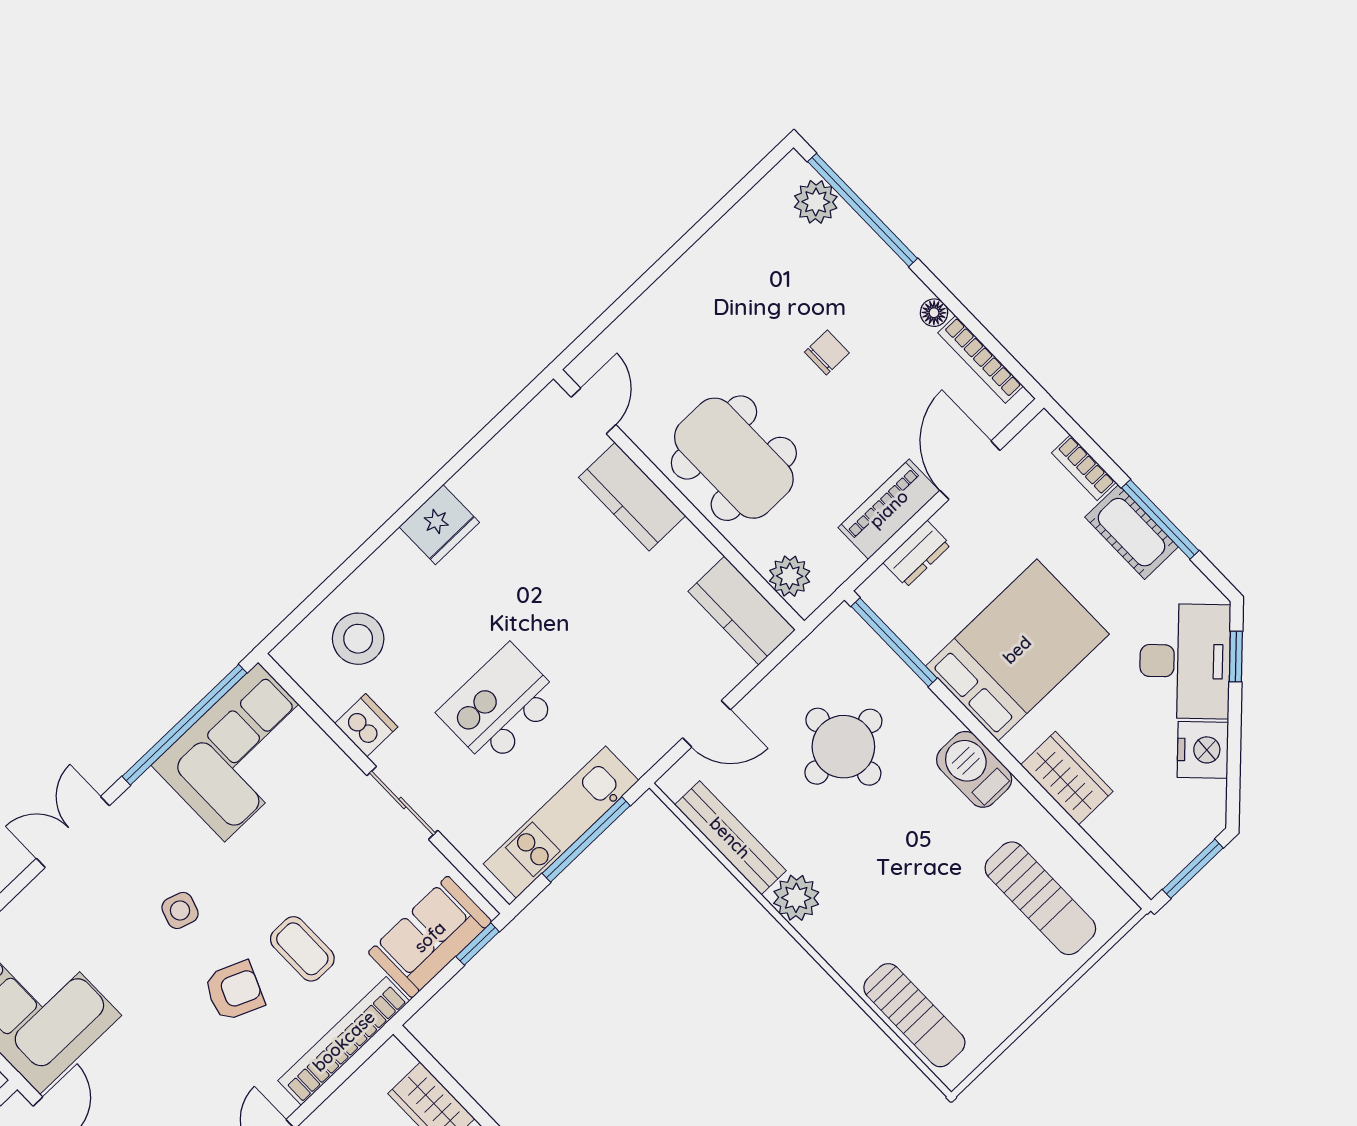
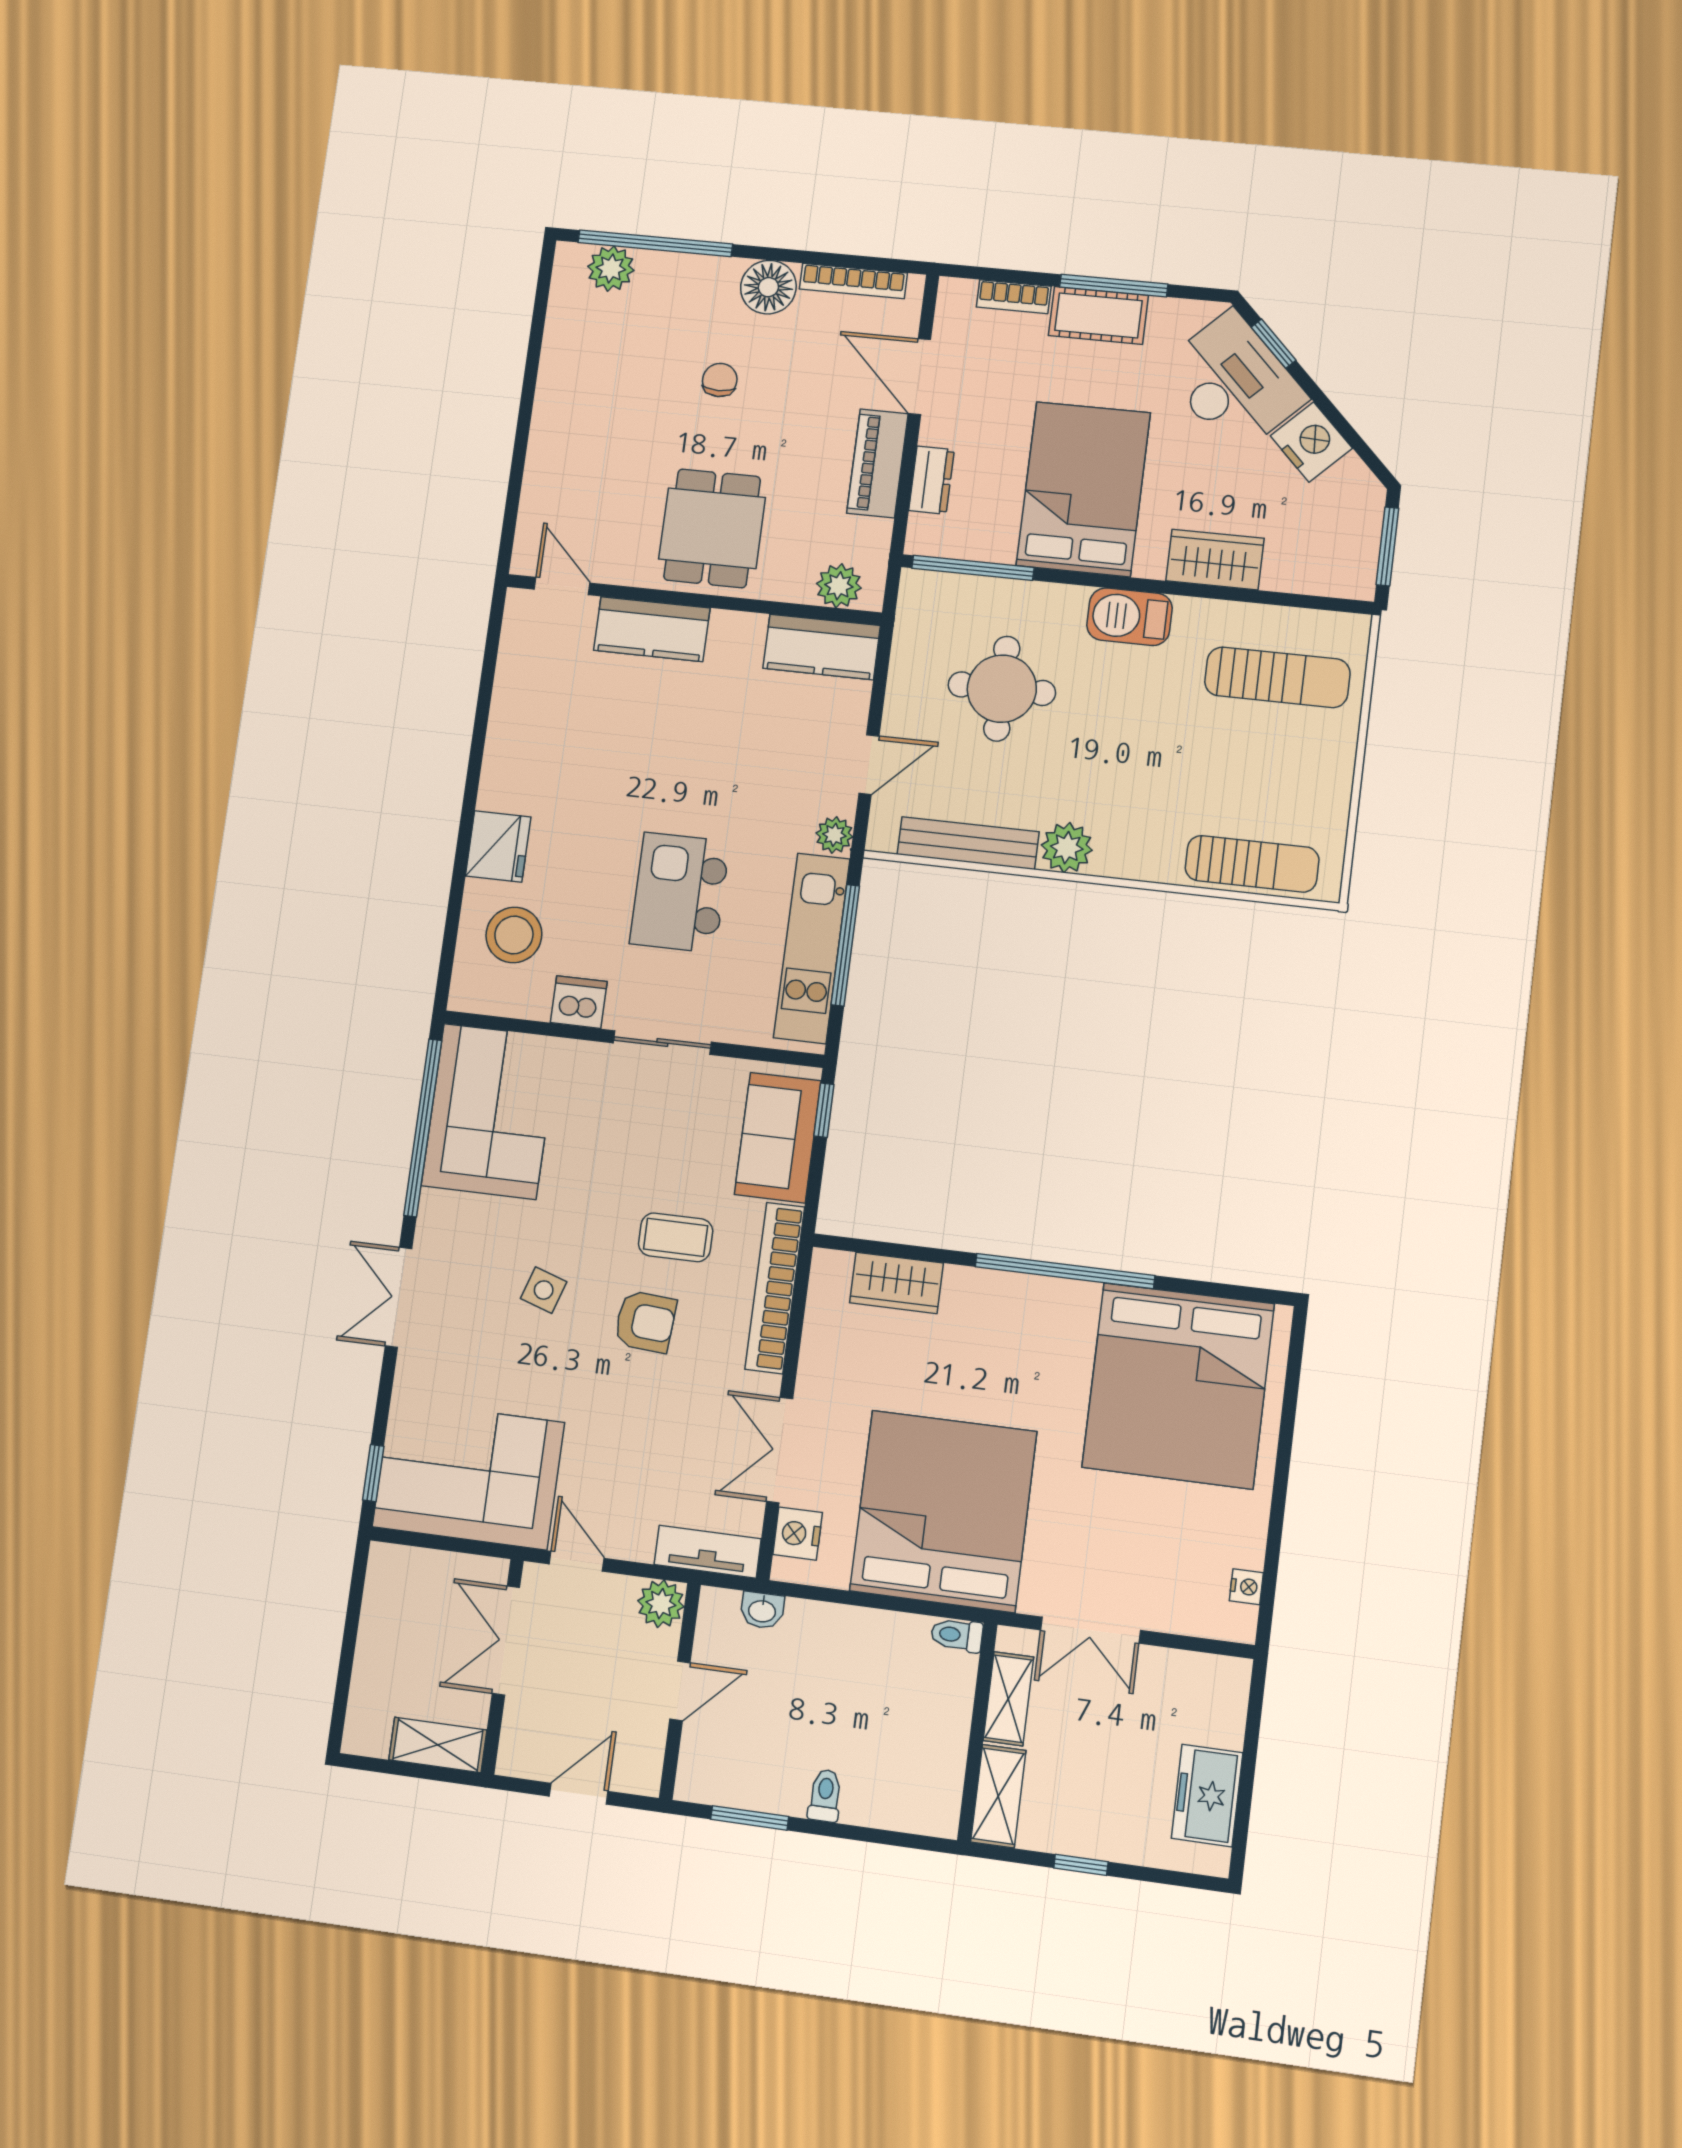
floor lamp: (934, 313) -> (768, 287), width x1.89, depth x1.89
dining table: (734, 458) -> (712, 528), width x0.73
fridge: (439, 525) -> (498, 846), moved
plant: (642, 754) -> (834, 835), added
armchair: (234, 991) -> (645, 1322), turned 71

